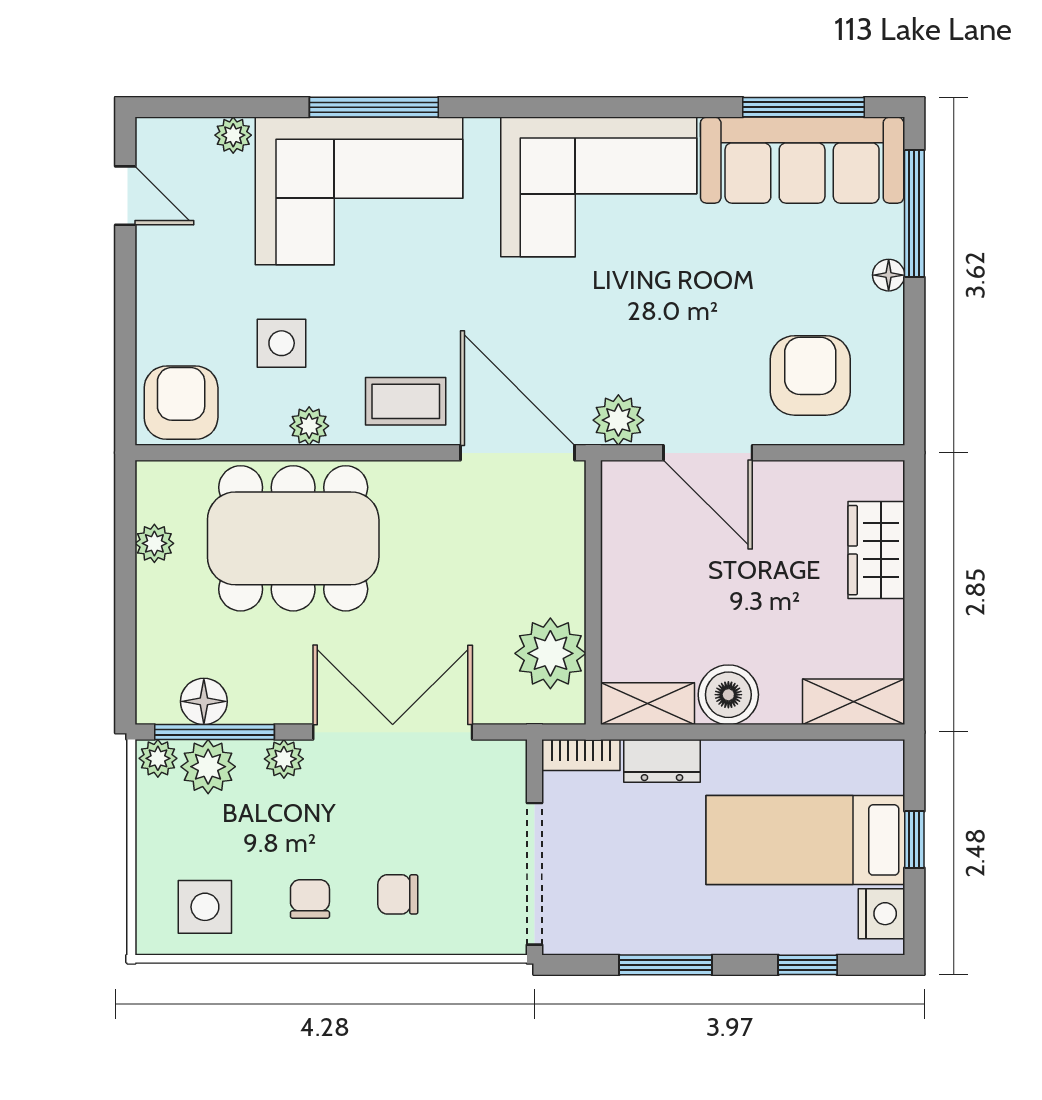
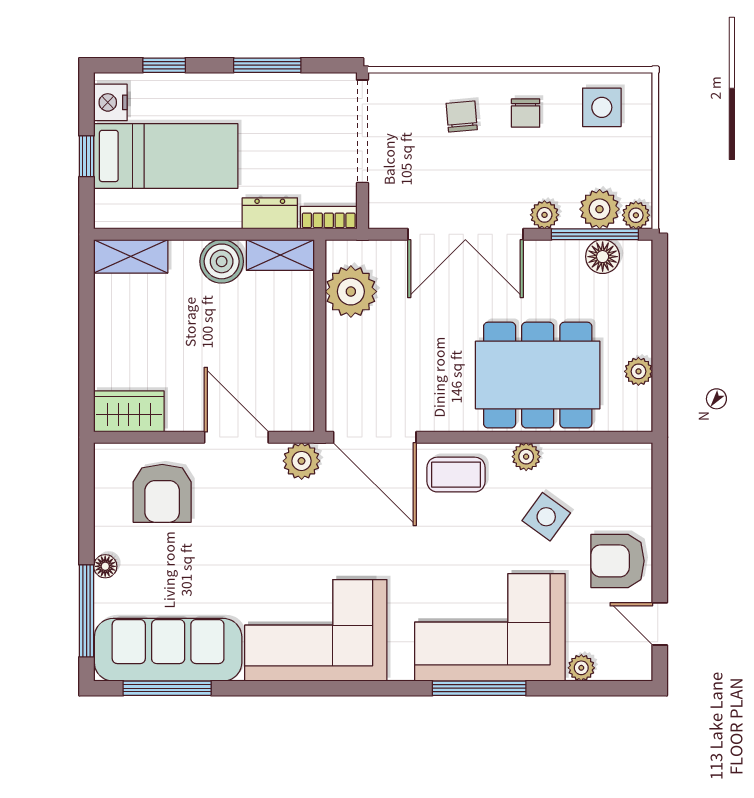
side table: (282, 343) -> (546, 517), turned 36
armchair: (181, 403) -> (618, 561), moved, turned 90
wardrobe: (876, 550) -> (129, 411), moved, turned -90
chair: (398, 894) -> (462, 116), turned -95

